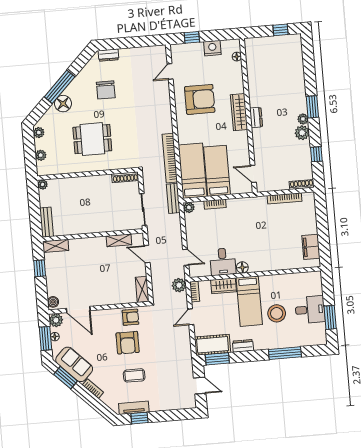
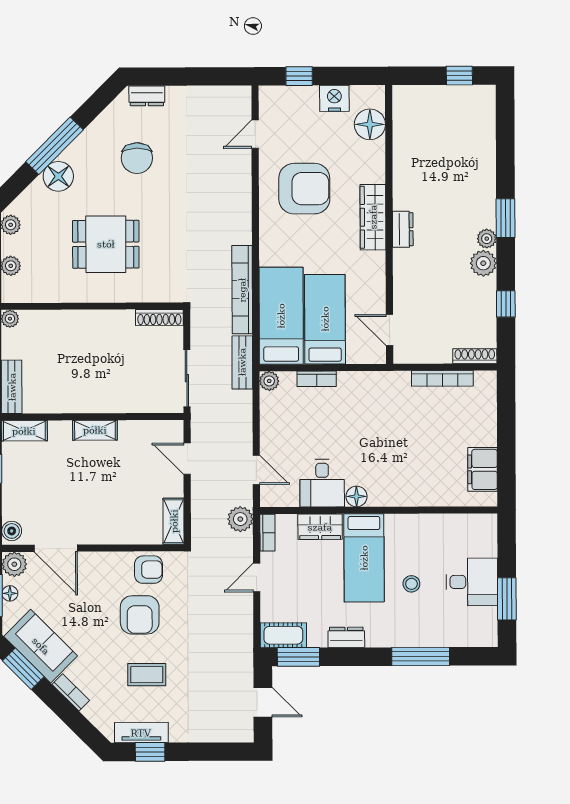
floor lamp: (237, 57) -> (370, 124), width x1.89, depth x1.89
shelving: (119, 240) -> (95, 430), moved
stool: (277, 313) -> (411, 584), width x0.53, depth x0.53
cot: (213, 345) -> (283, 635), width x0.73, depth x0.75

